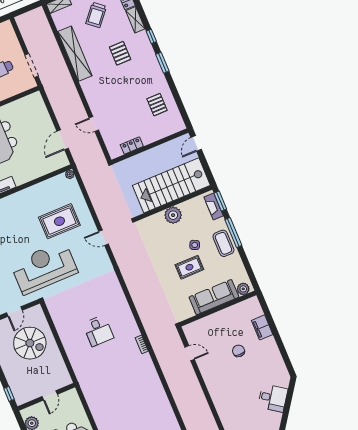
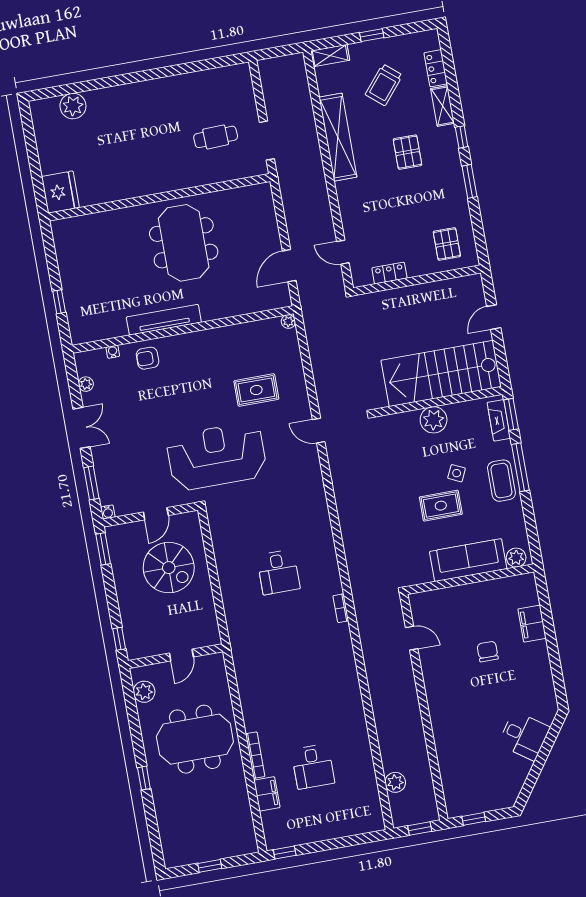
locker: (132, 146) -> (389, 273), moved
wall: (150, 146) -> (417, 280), moved
rug: (59, 221) -> (256, 390), width x0.73, depth x0.70

